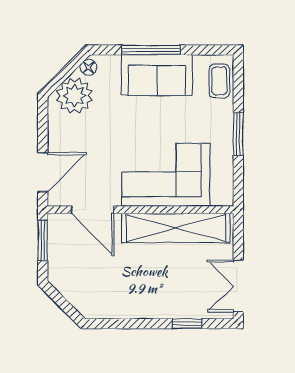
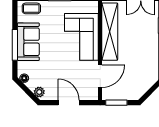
plant: (75, 96) -> (39, 92), width x0.53, depth x0.53
door: (43, 172) -> (69, 103), moved

